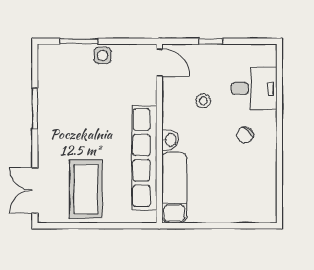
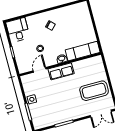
door: (159, 62) -> (40, 70), moved
desk: (254, 88) -> (18, 30), moved
row of seats: (144, 158) -> (61, 71), width x0.50

